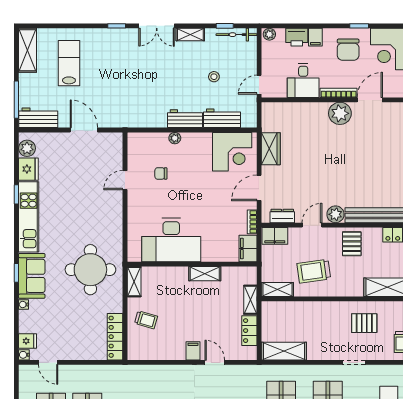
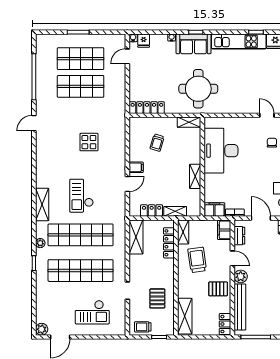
locker: (292, 308) -> (169, 243), added
trolley: (146, 320) -> (157, 143), moved

